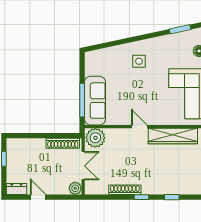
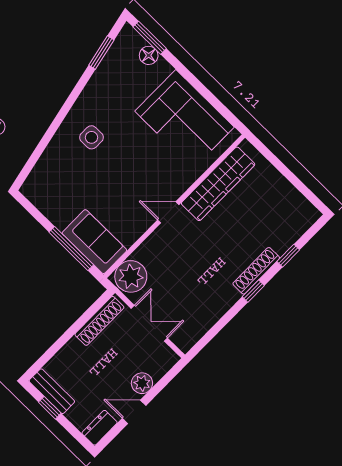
sofa: (95, 101) -> (94, 242), width x0.73
bench: (12, 153) -> (52, 391), added
plant: (75, 188) -> (142, 383), moved
shoe rack: (125, 190) -> (256, 271), moved

